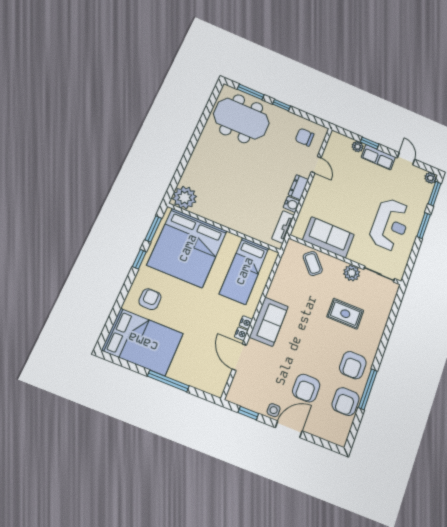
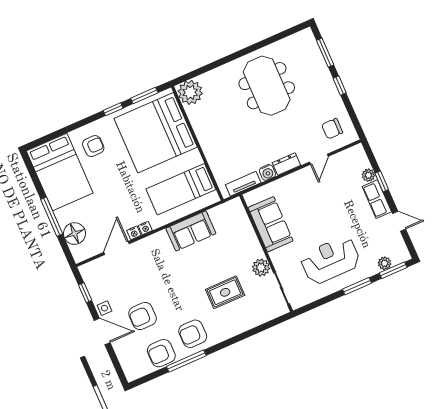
meeting table: (241, 119) -> (267, 86), moved
chair: (305, 137) -> (332, 129), turned -90
door: (406, 159) -> (399, 221), hinge flipped
plant: (430, 178) -> (385, 263), moved
reception desk: (390, 225) -> (330, 260), turned 180
coffee table: (313, 263) -> (238, 232), removed
rug: (345, 314) -> (225, 292), turned 90
sofa: (269, 322) -> (191, 231), moved
floor lamp: (198, 377) -> (74, 234), added

